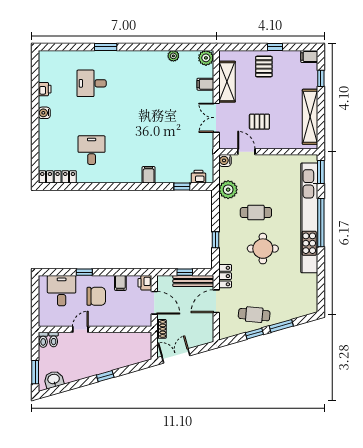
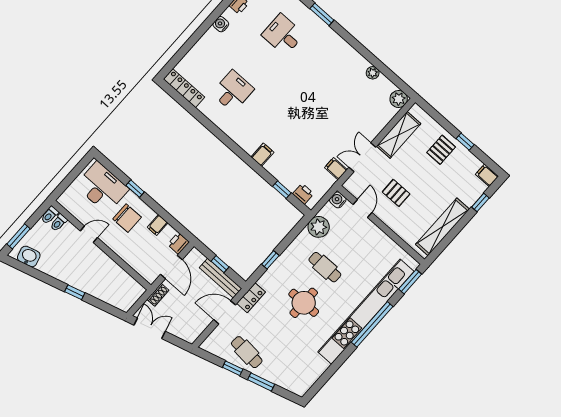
filing cabinet: (205, 84) -> (336, 169), moved
desk: (62, 291) -> (102, 187), width x1.37

